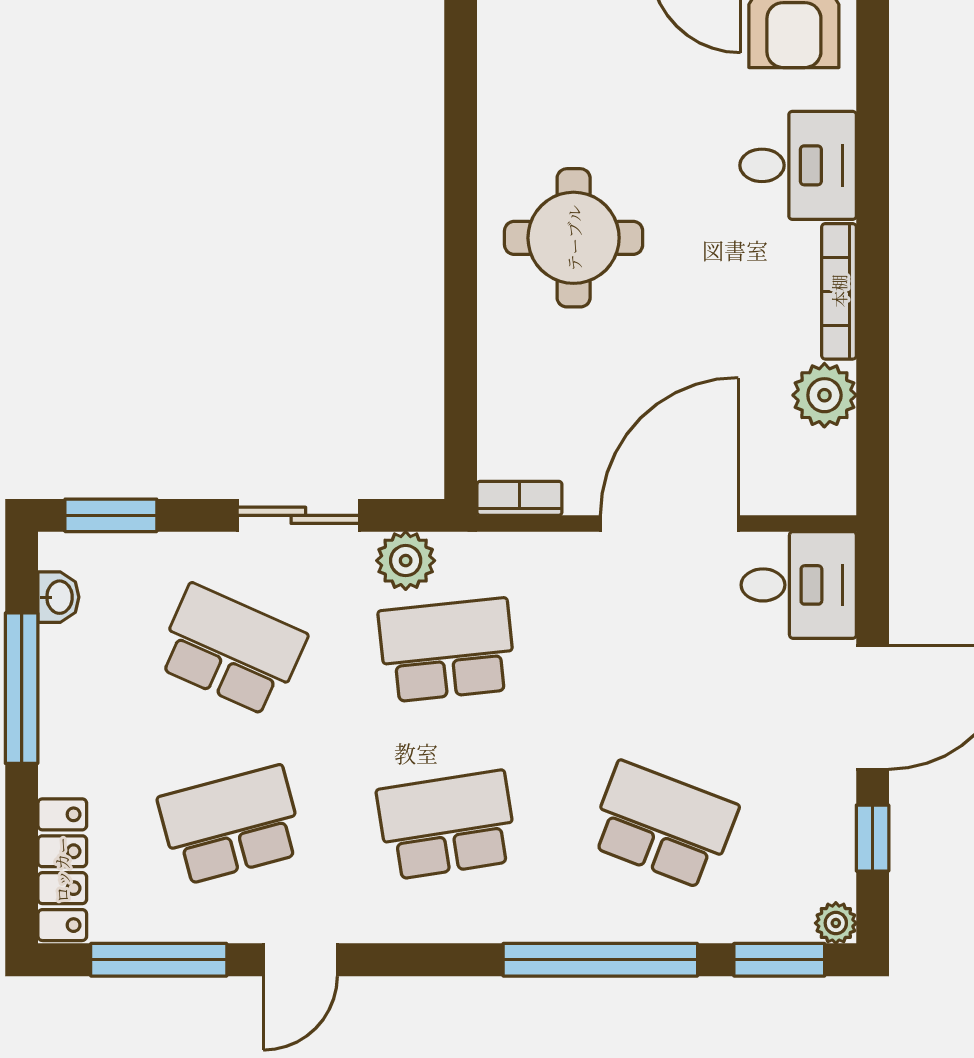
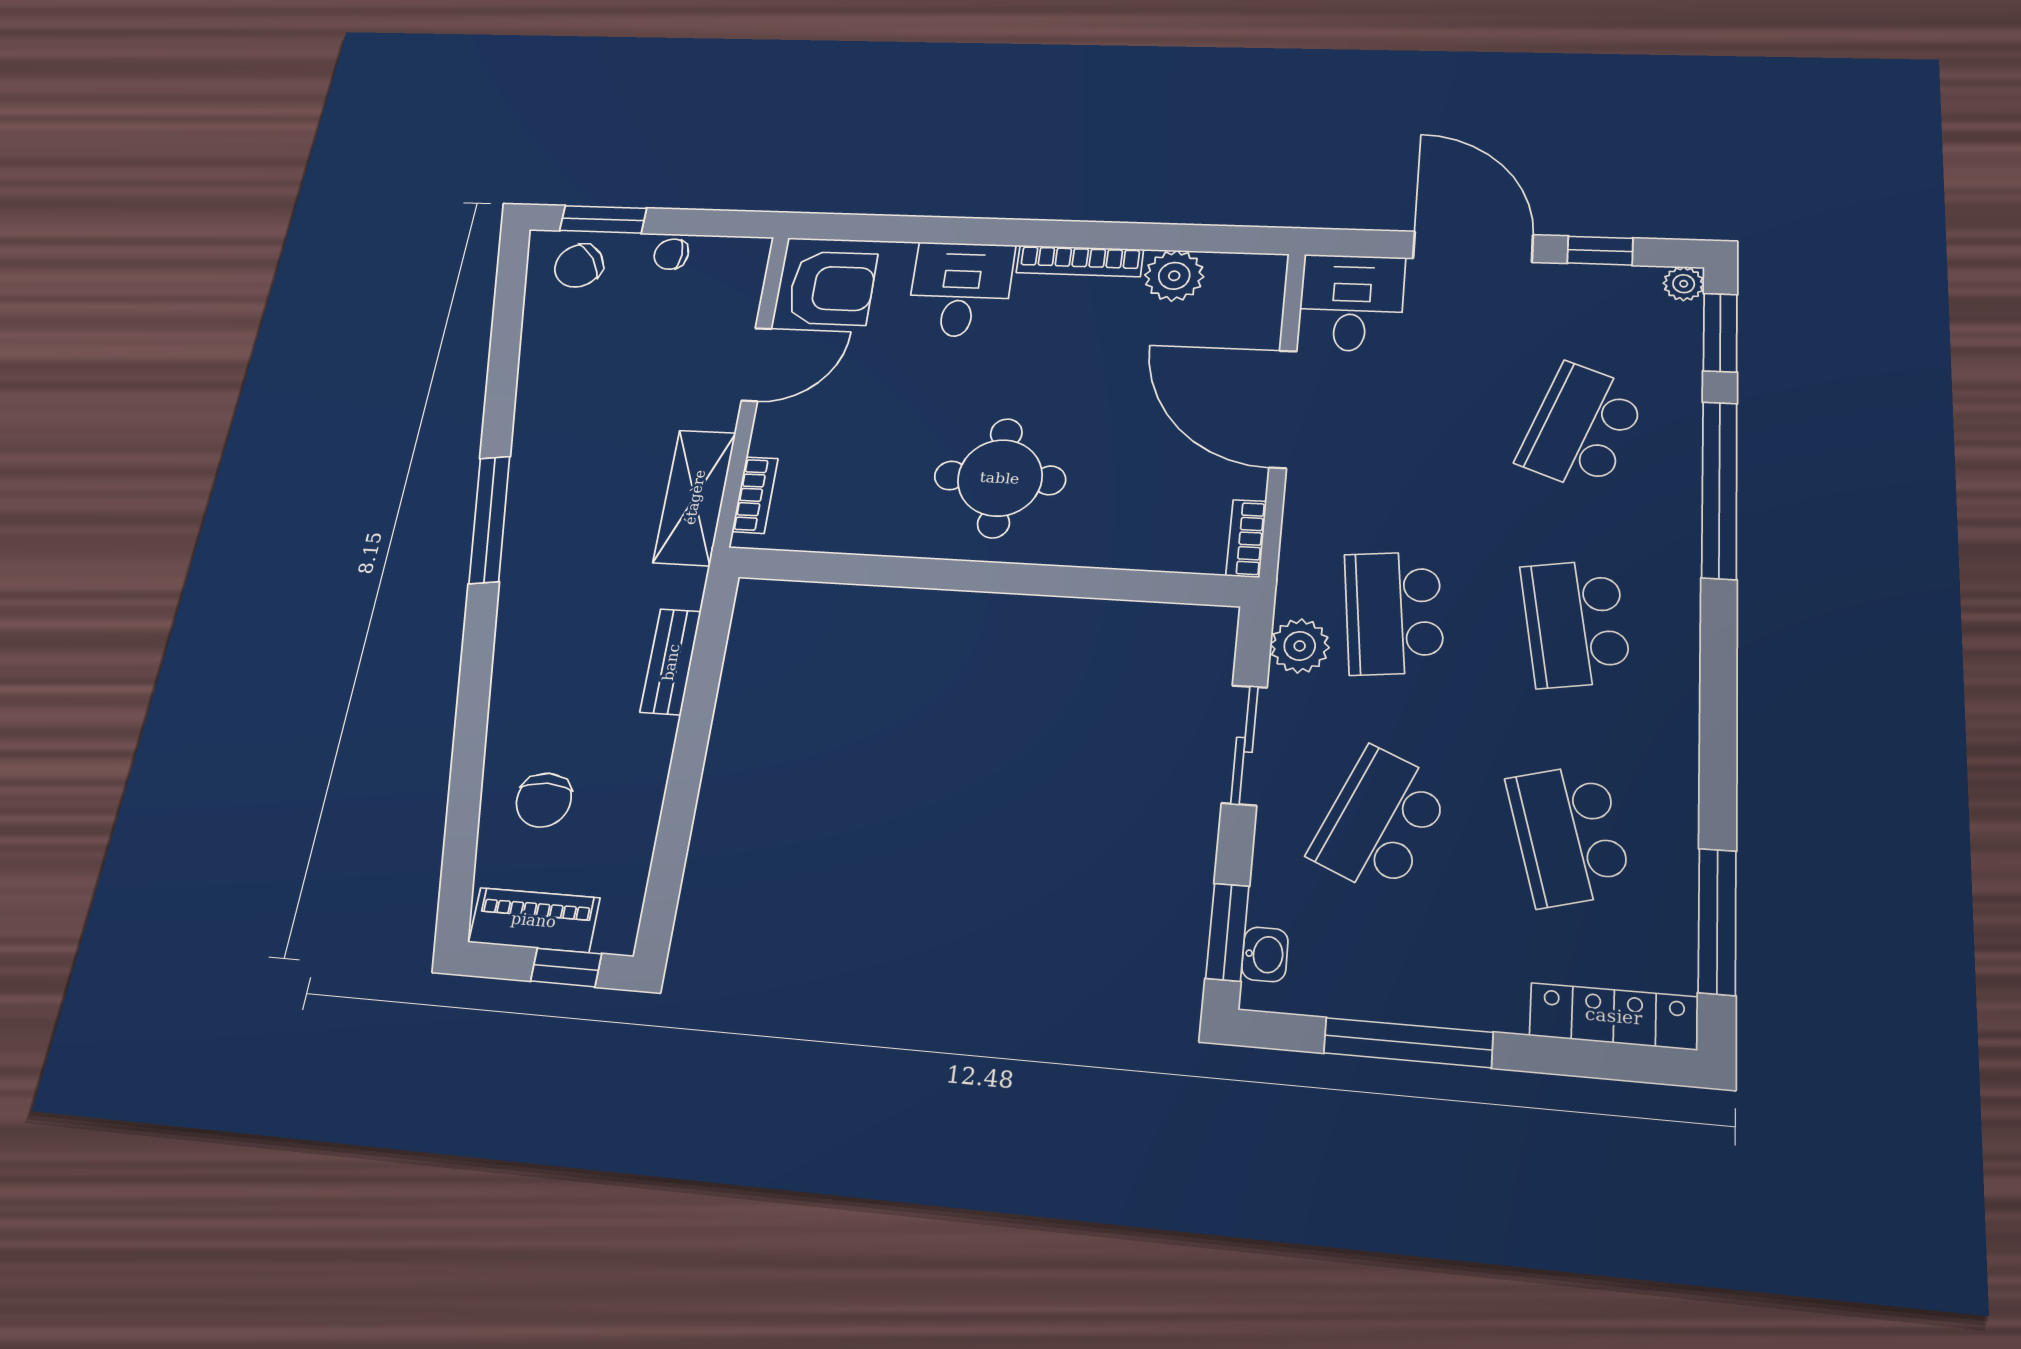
washbasin: (58, 597) -> (1265, 954), moved, turned 90
door: (300, 960) -> (1718, 775), removed

